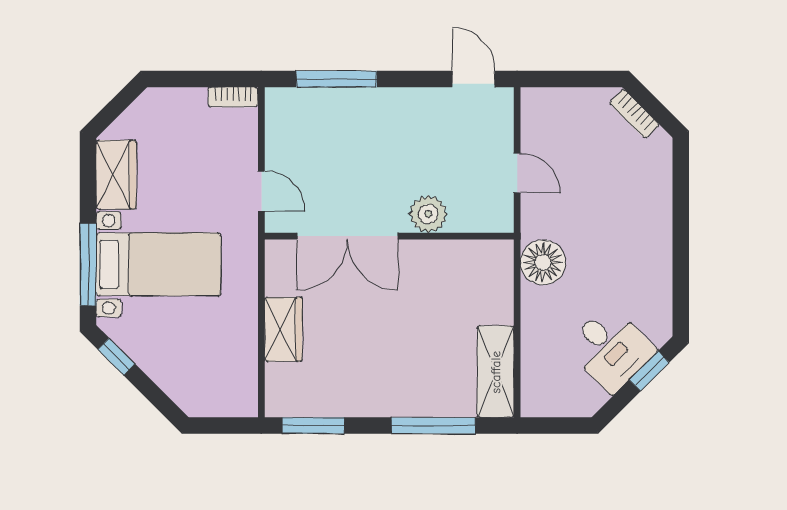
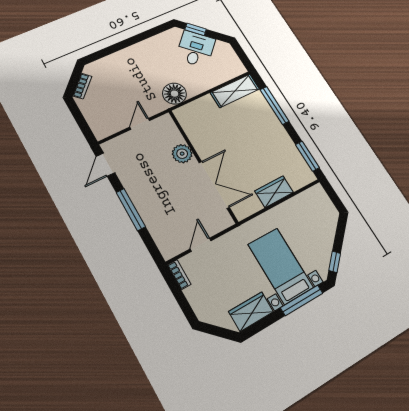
window: (337, 79) -> (131, 210), moved
door: (261, 191) -> (201, 245), moved

